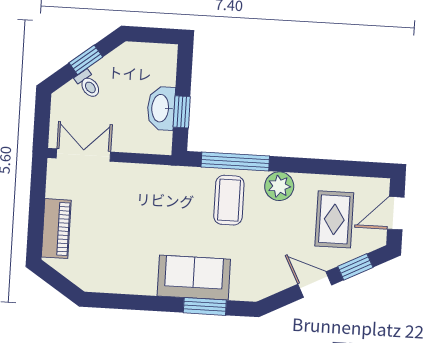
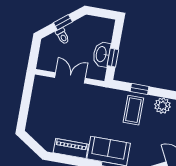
double door: (83, 155) -> (70, 78), moved
window: (235, 161) -> (140, 89), width x0.46
piano: (56, 229) -> (71, 148), moved, turned -90

